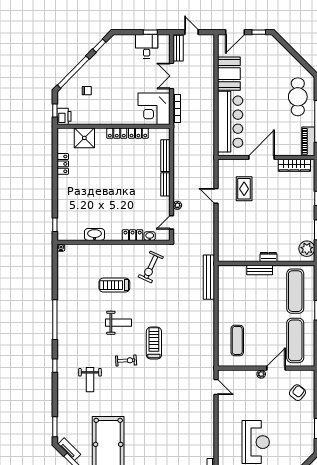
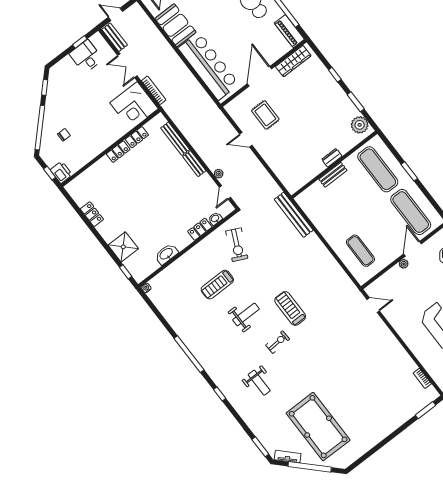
shower: (84, 138) -> (123, 247), moved

